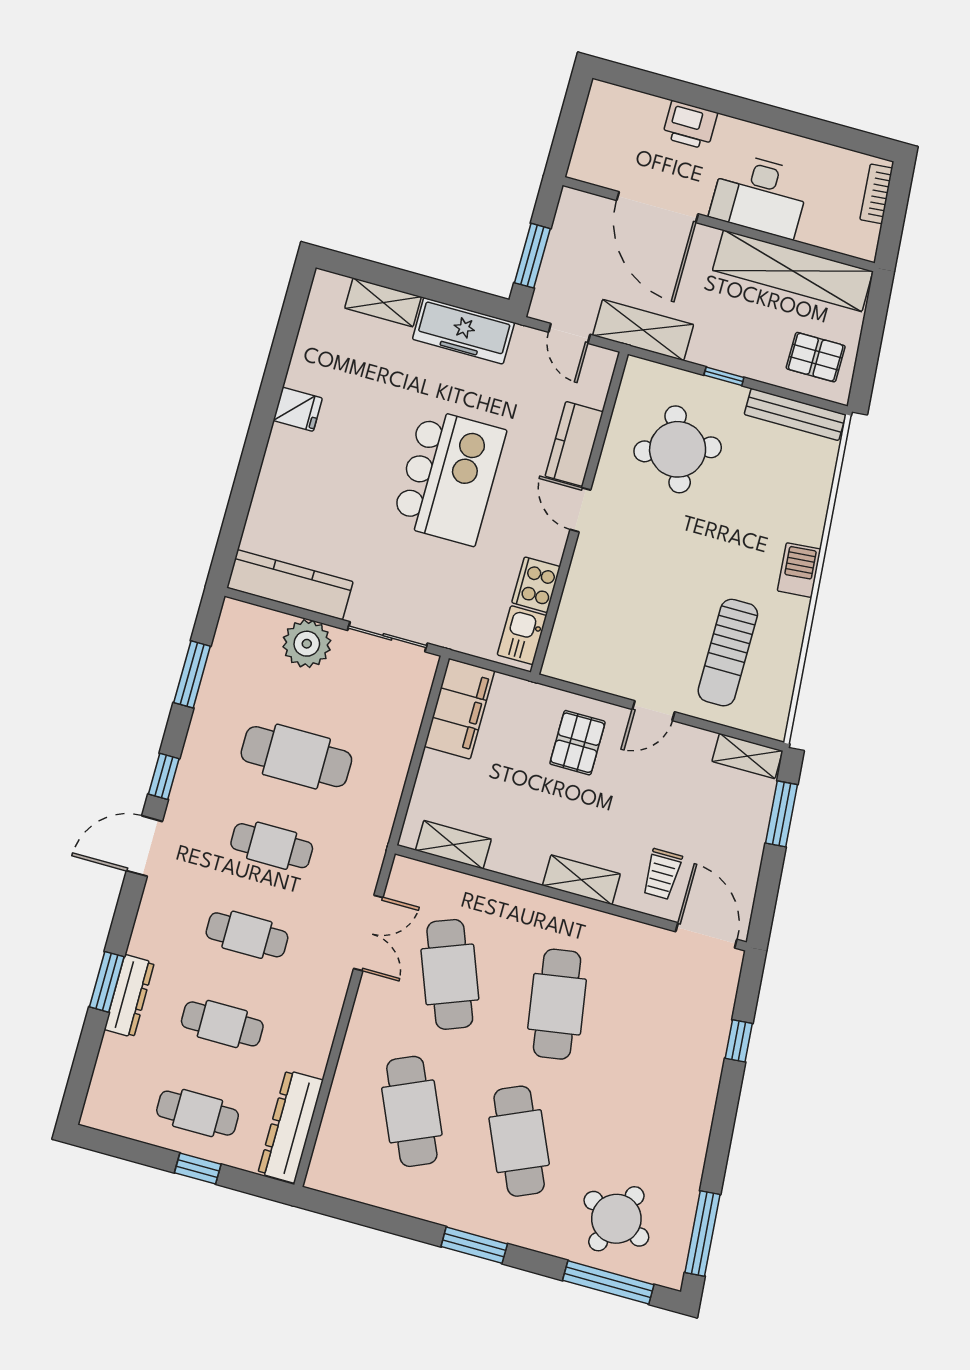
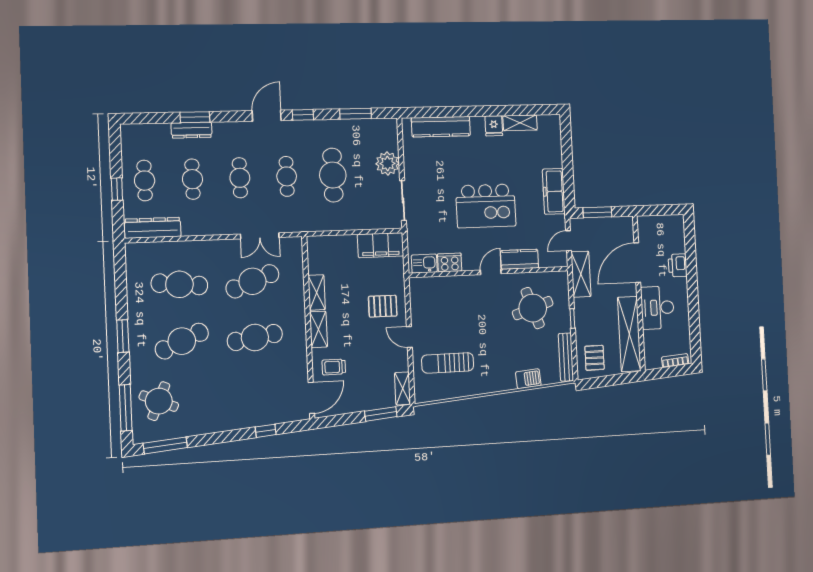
shelving: (383, 302) -> (520, 123), moved, turned 90
barbecue: (799, 570) -> (528, 379), moved
kitchen counter: (290, 585) -> (441, 127), moved, turned 90
shelving: (453, 845) -> (317, 292), moved
door: (144, 846) -> (267, 116), hinge flipped
cafe table: (412, 1111) -> (179, 284), turned 30

